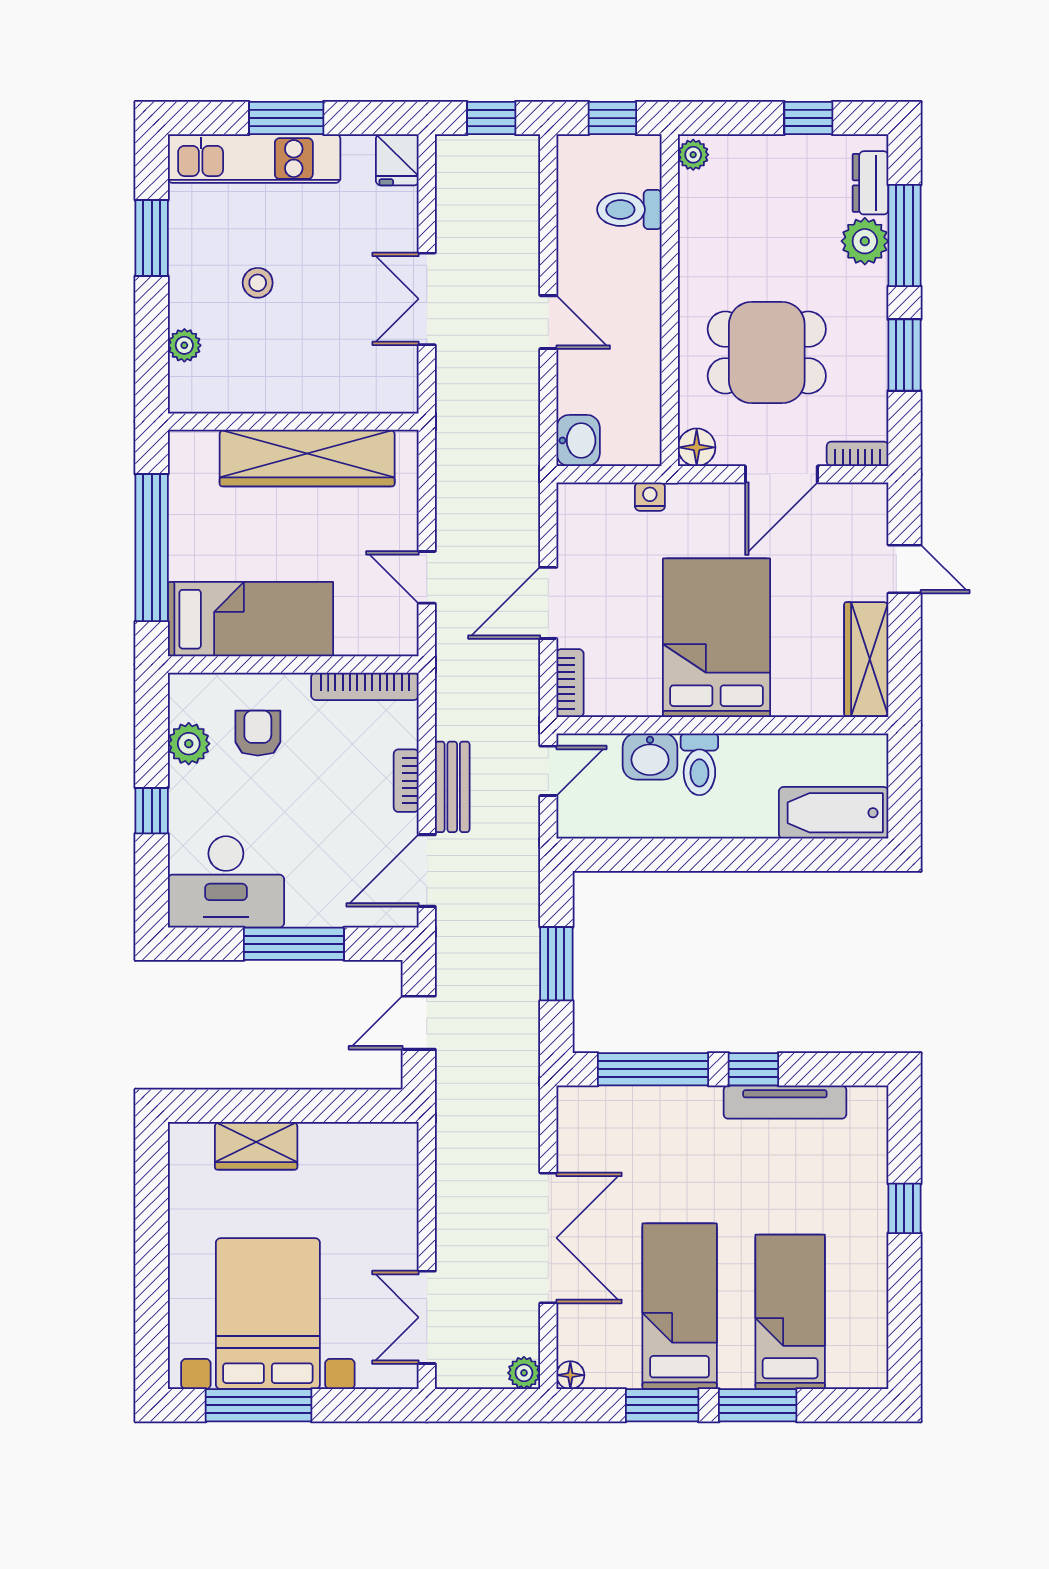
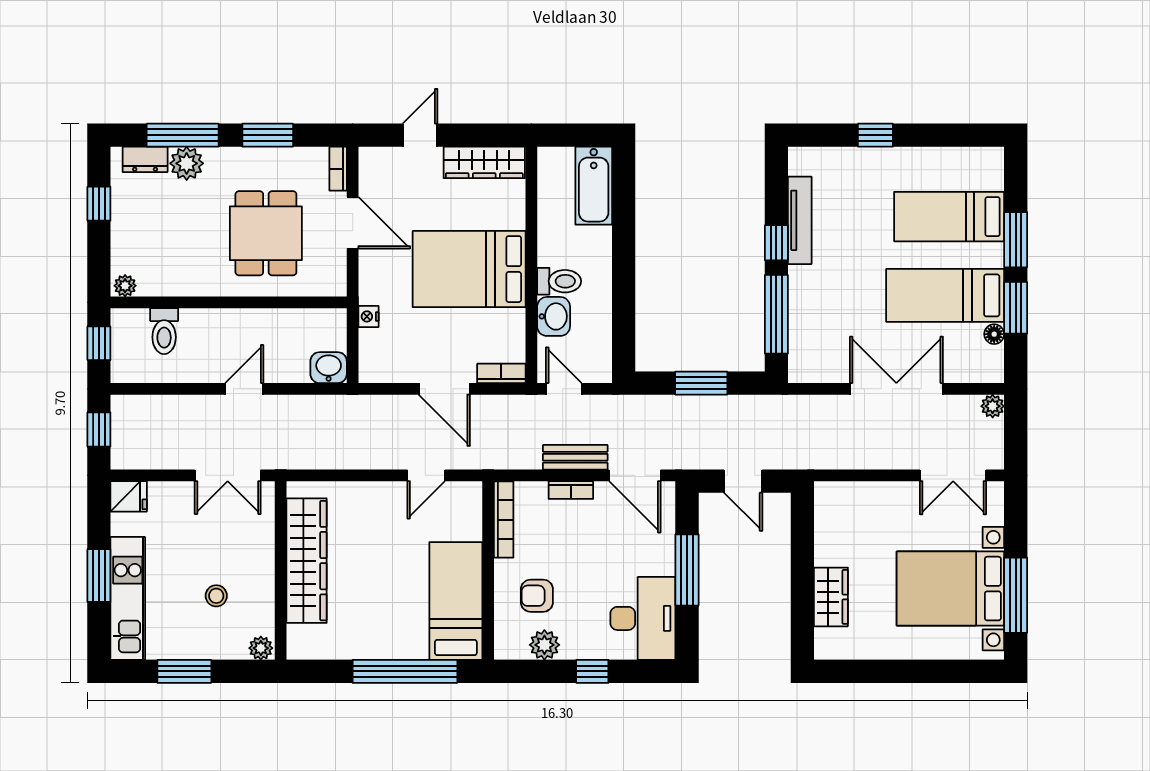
wall: (293, 422) -> (281, 570), moved
floor lamp: (697, 447) -> (333, 283), removed
wardrobe: (307, 458) -> (306, 561), moved
floor lamp: (570, 1375) -> (994, 334), moved

